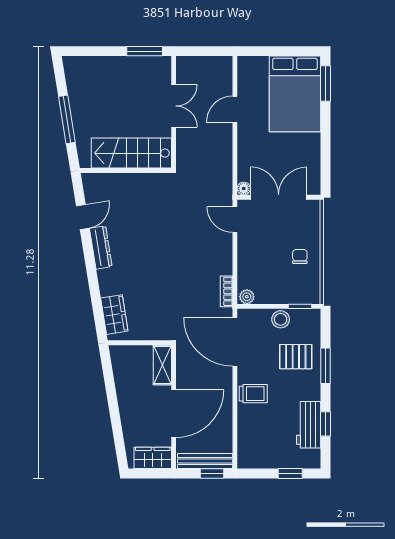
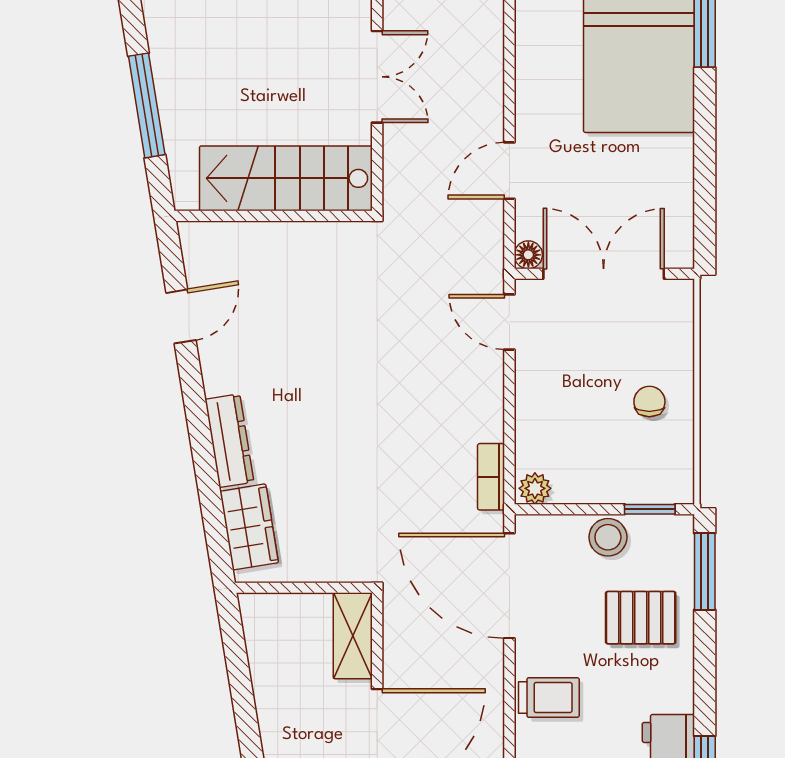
door: (235, 109) -> (509, 171), moved
dresser: (101, 247) -> (229, 441), moved
window: (325, 366) -> (705, 571), moved

